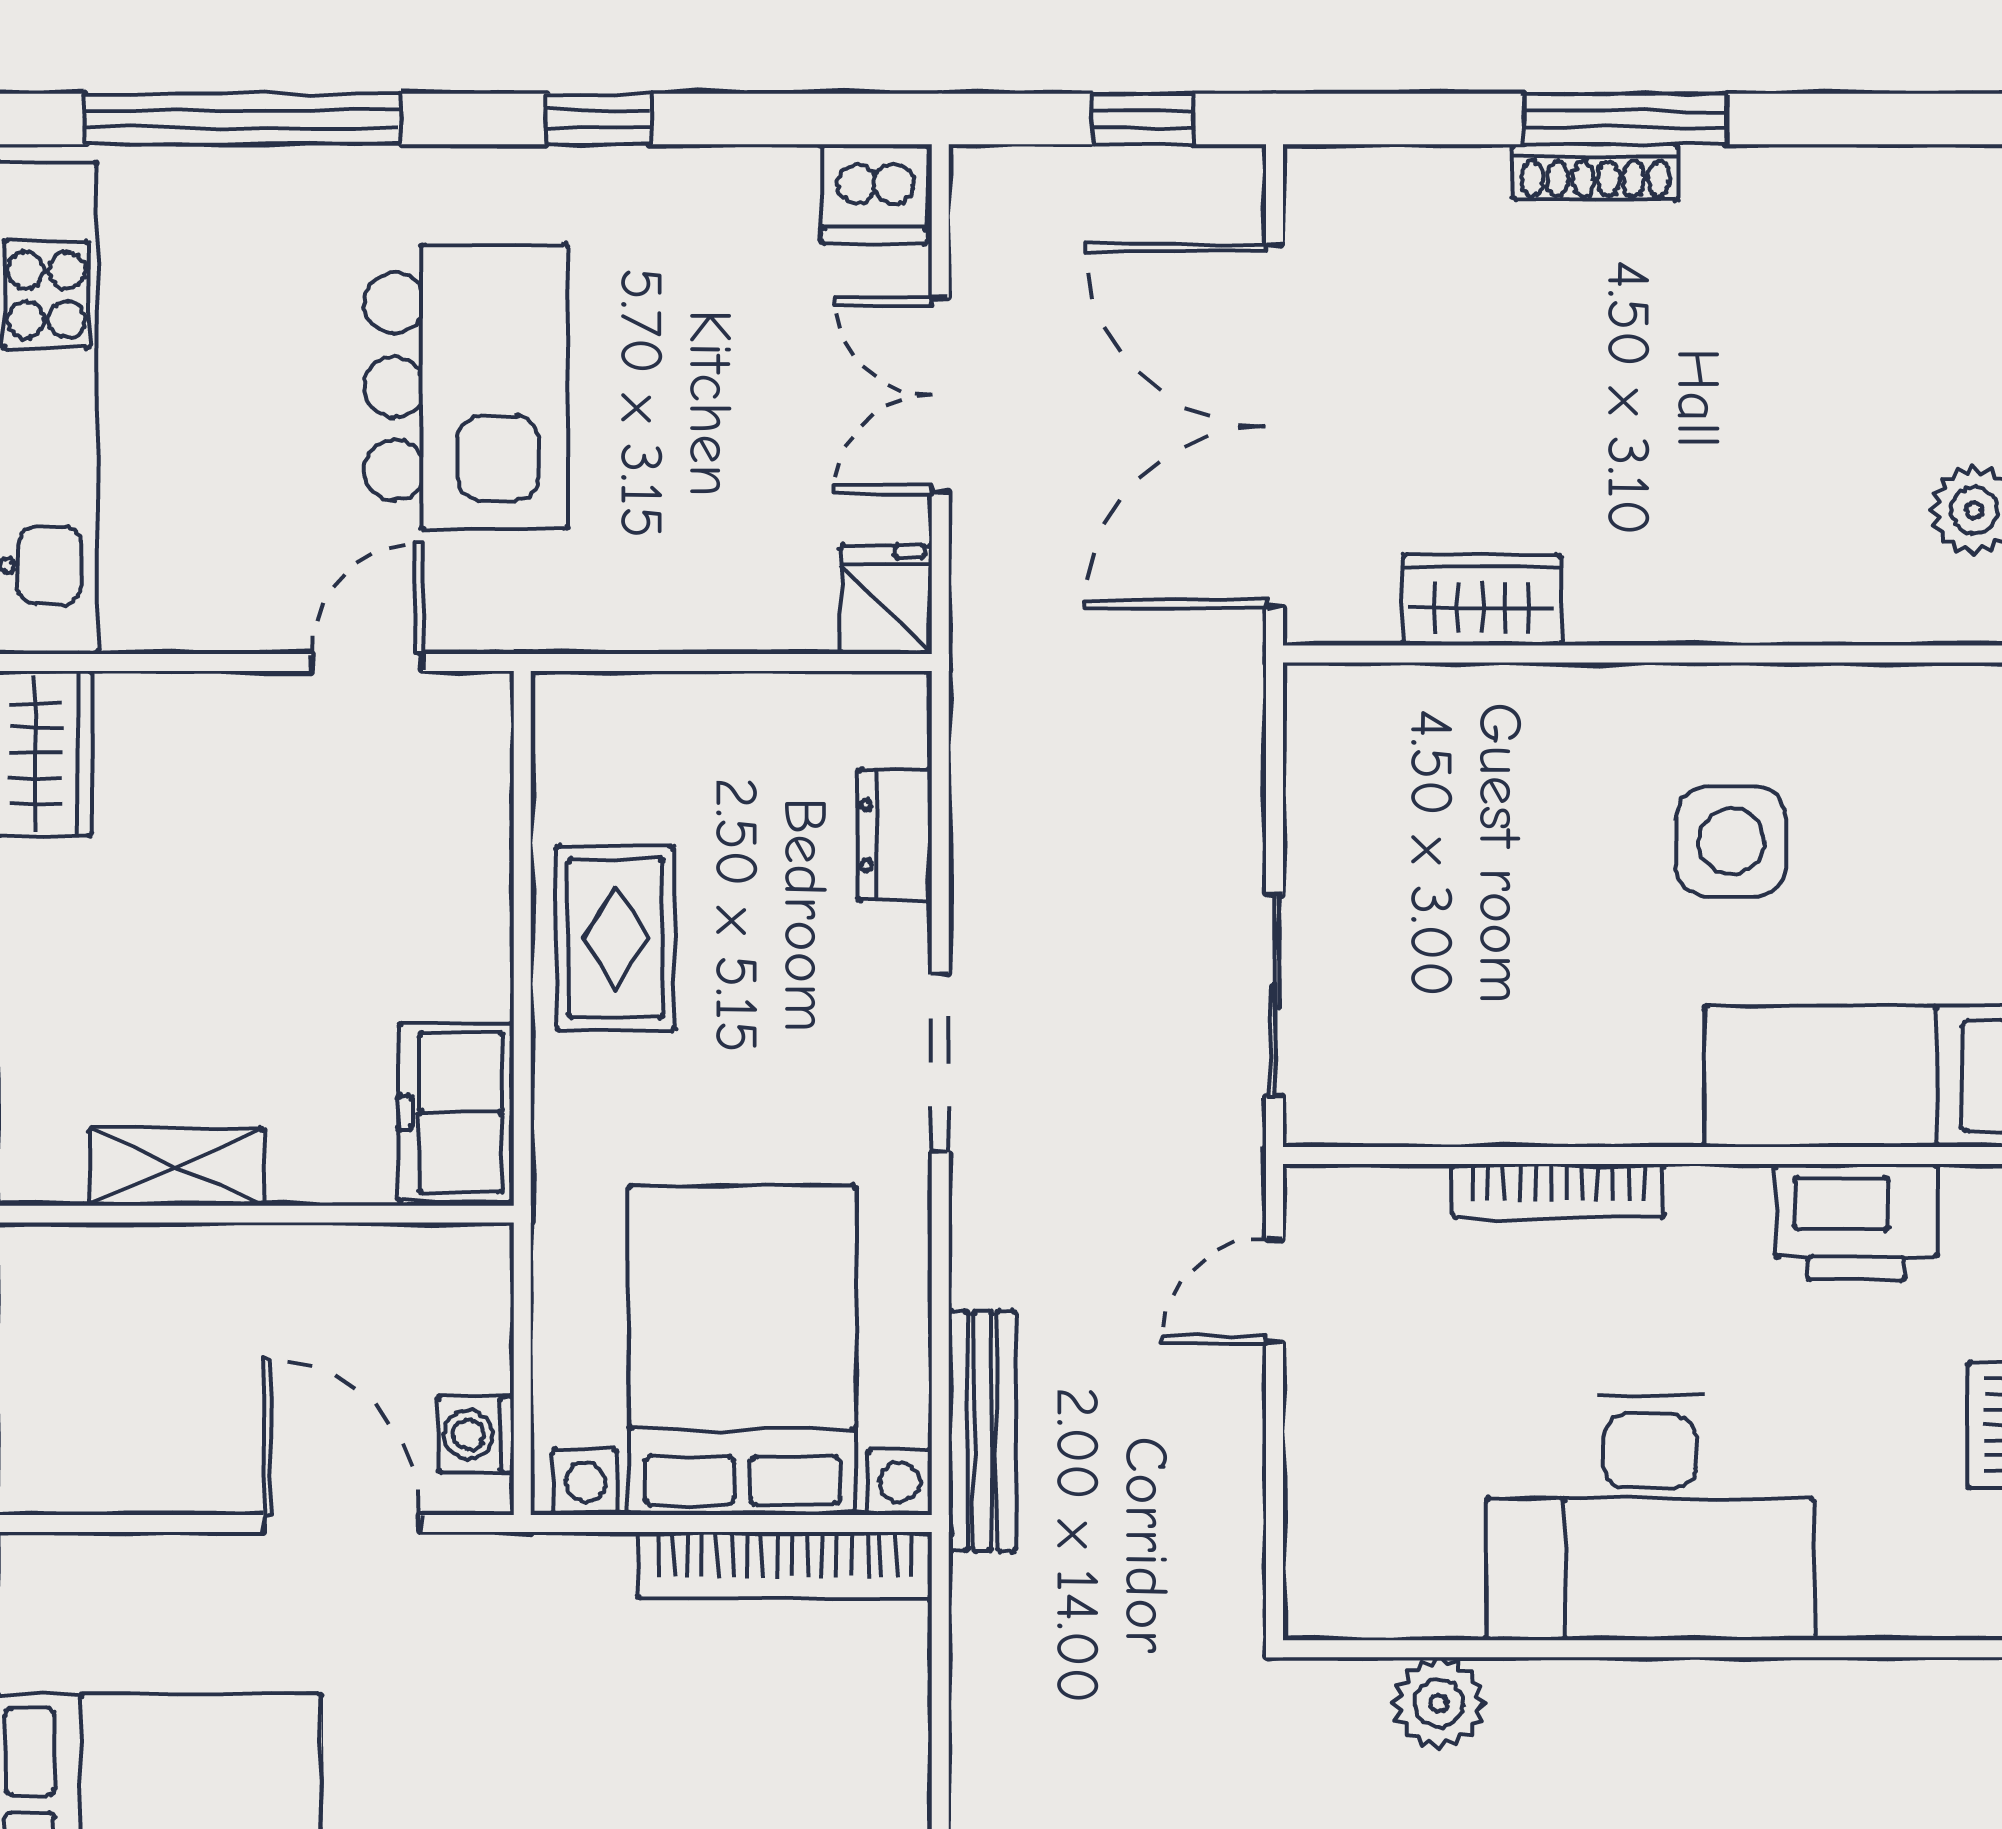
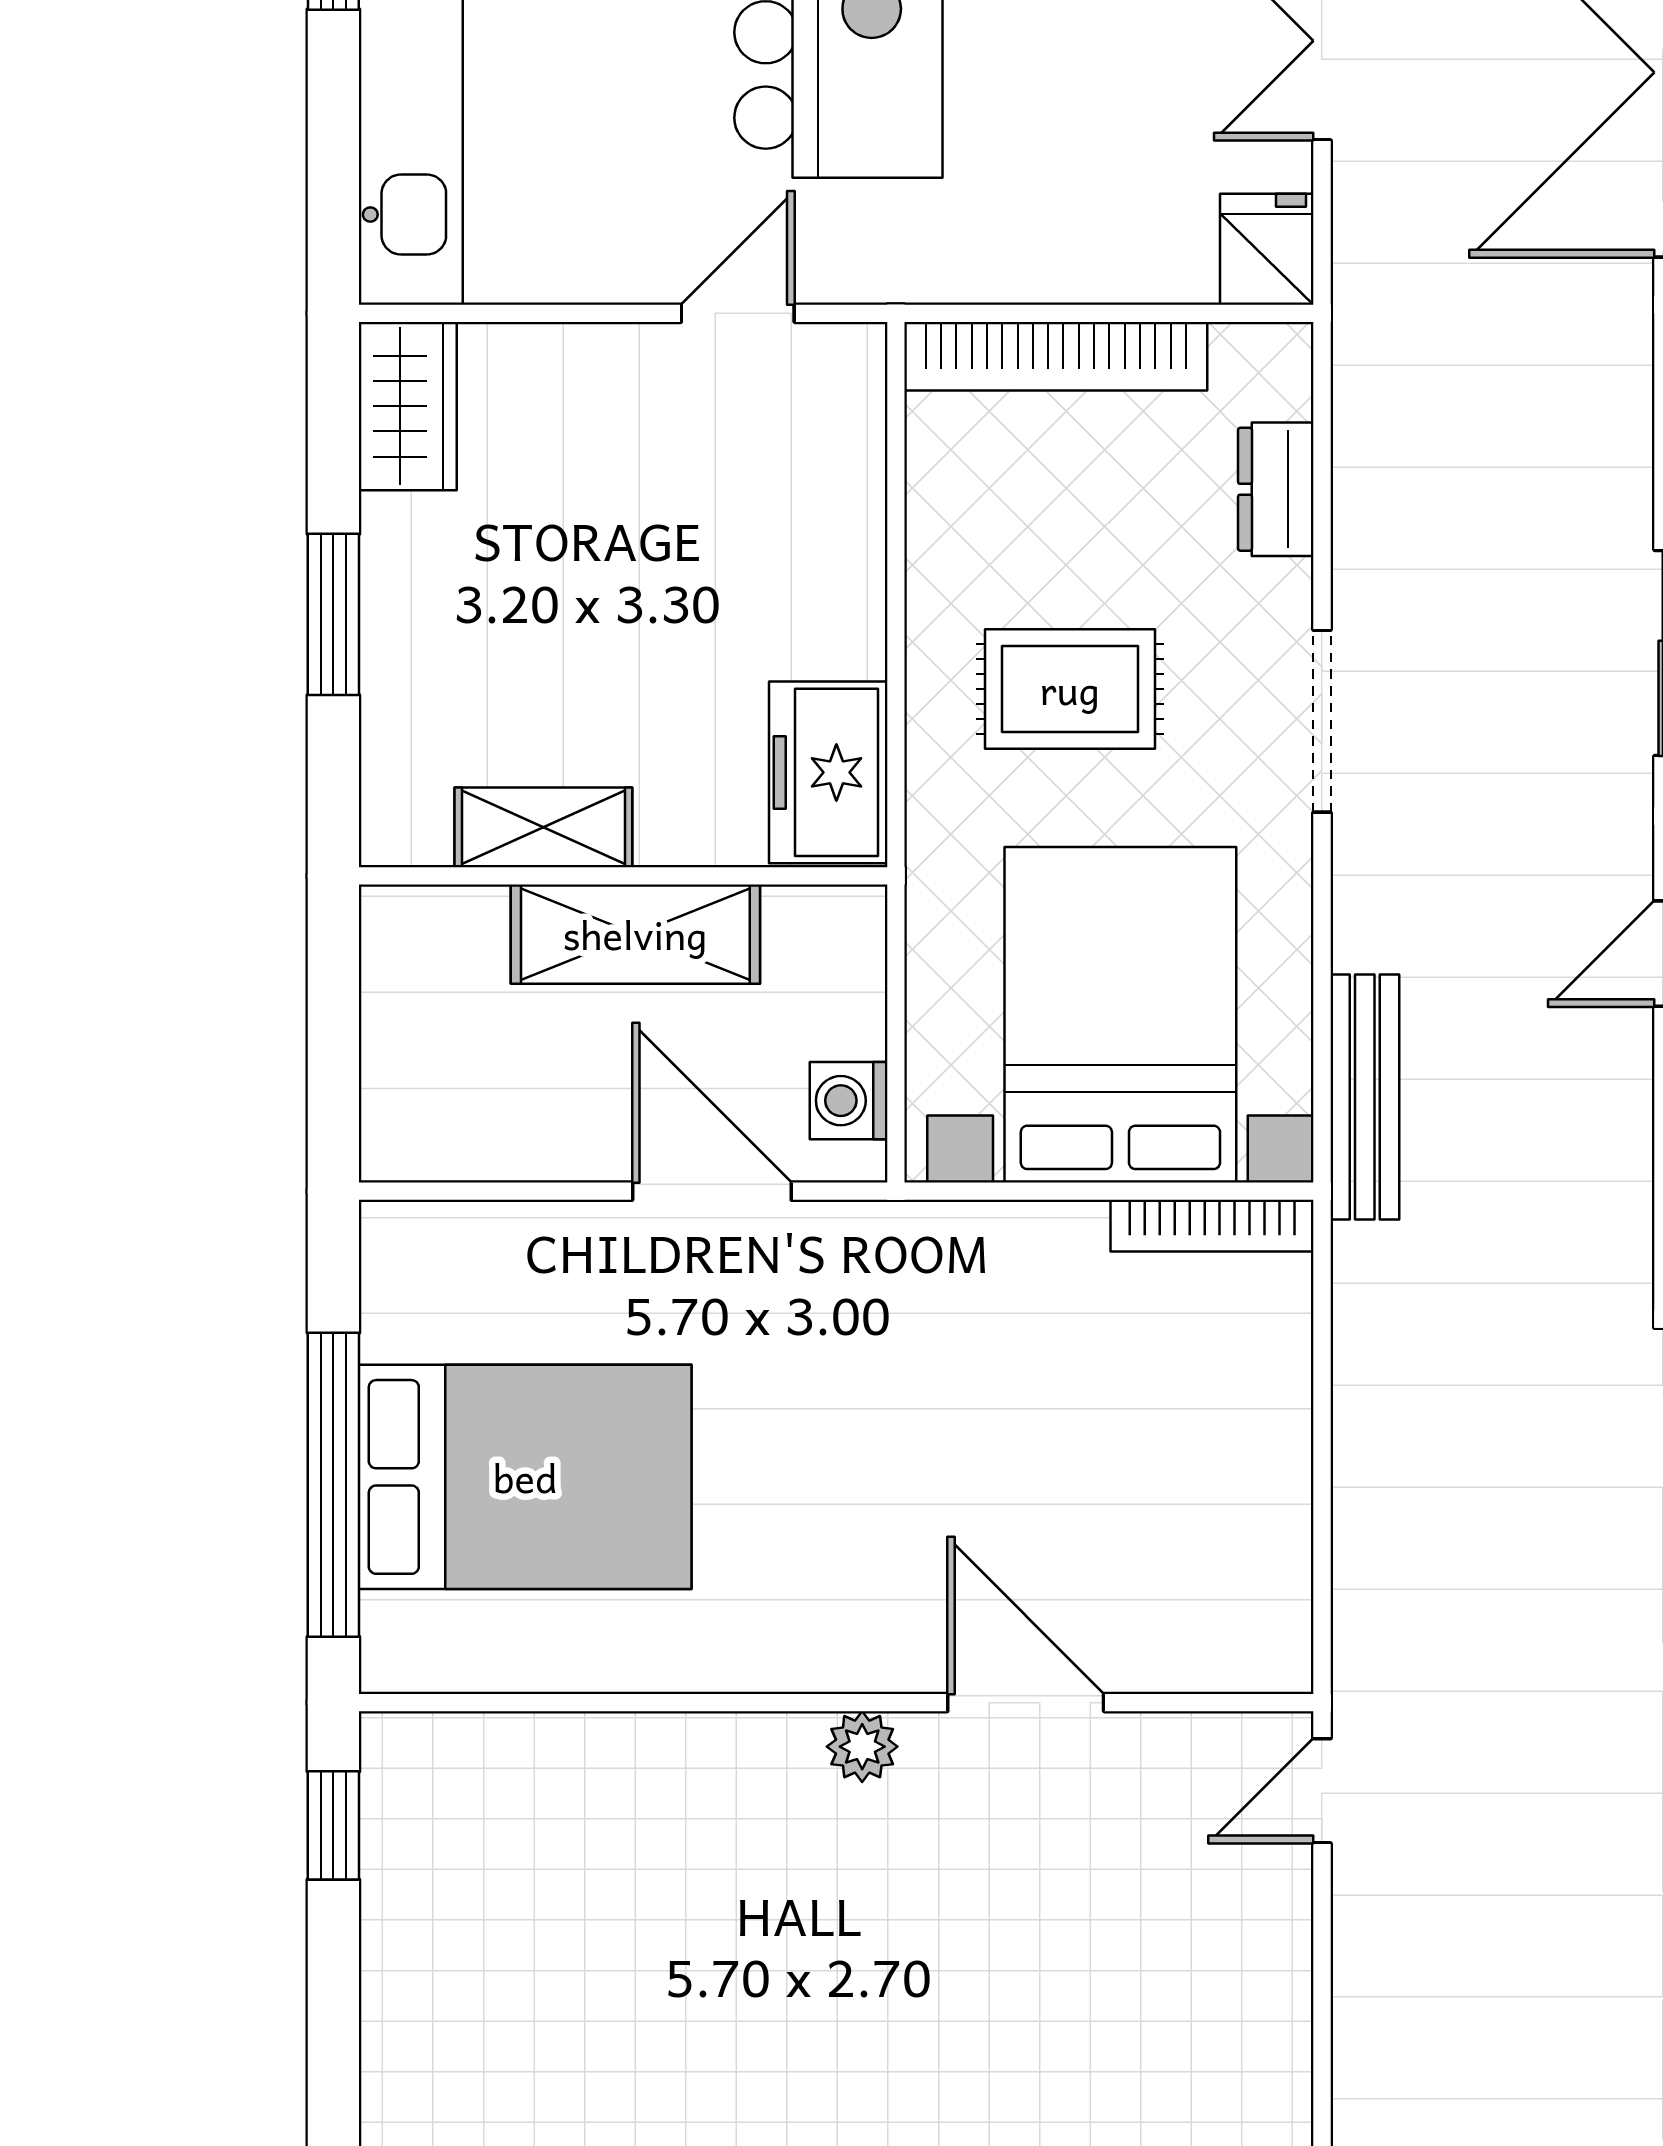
bookcase: (679, 704) -> (1056, 356), added
rug: (615, 938) -> (1070, 689), moved, turned 90
shelving: (267, 1271) -> (635, 934), added
bookcase: (785, 1565) -> (1212, 1226), width x0.68, depth x0.76

